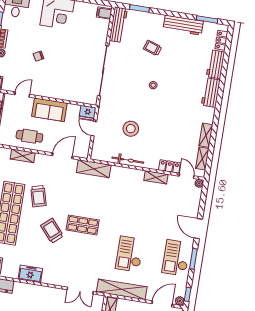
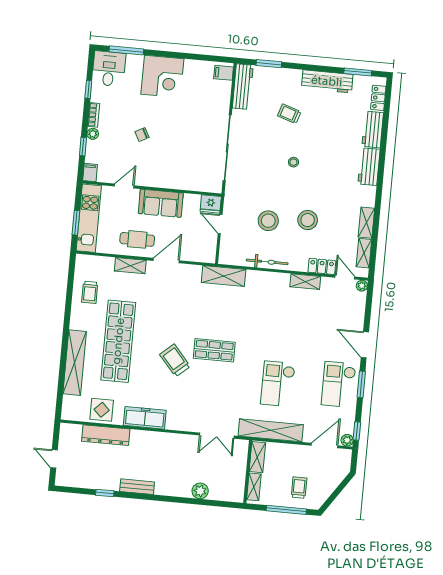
stool: (161, 130) -> (308, 220), added
door: (62, 156) -> (166, 261), moved
trolley: (38, 196) -> (154, 317), removed
freezer: (30, 274) -> (145, 418), width x1.40

